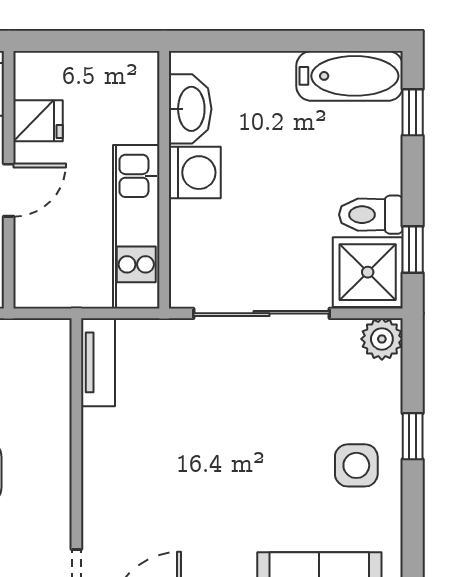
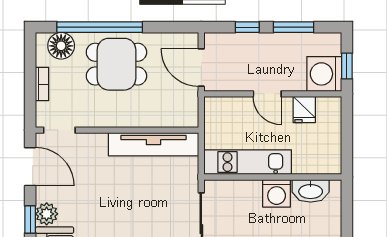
tv unit: (98, 362) -> (154, 144), width x1.92, depth x1.29

